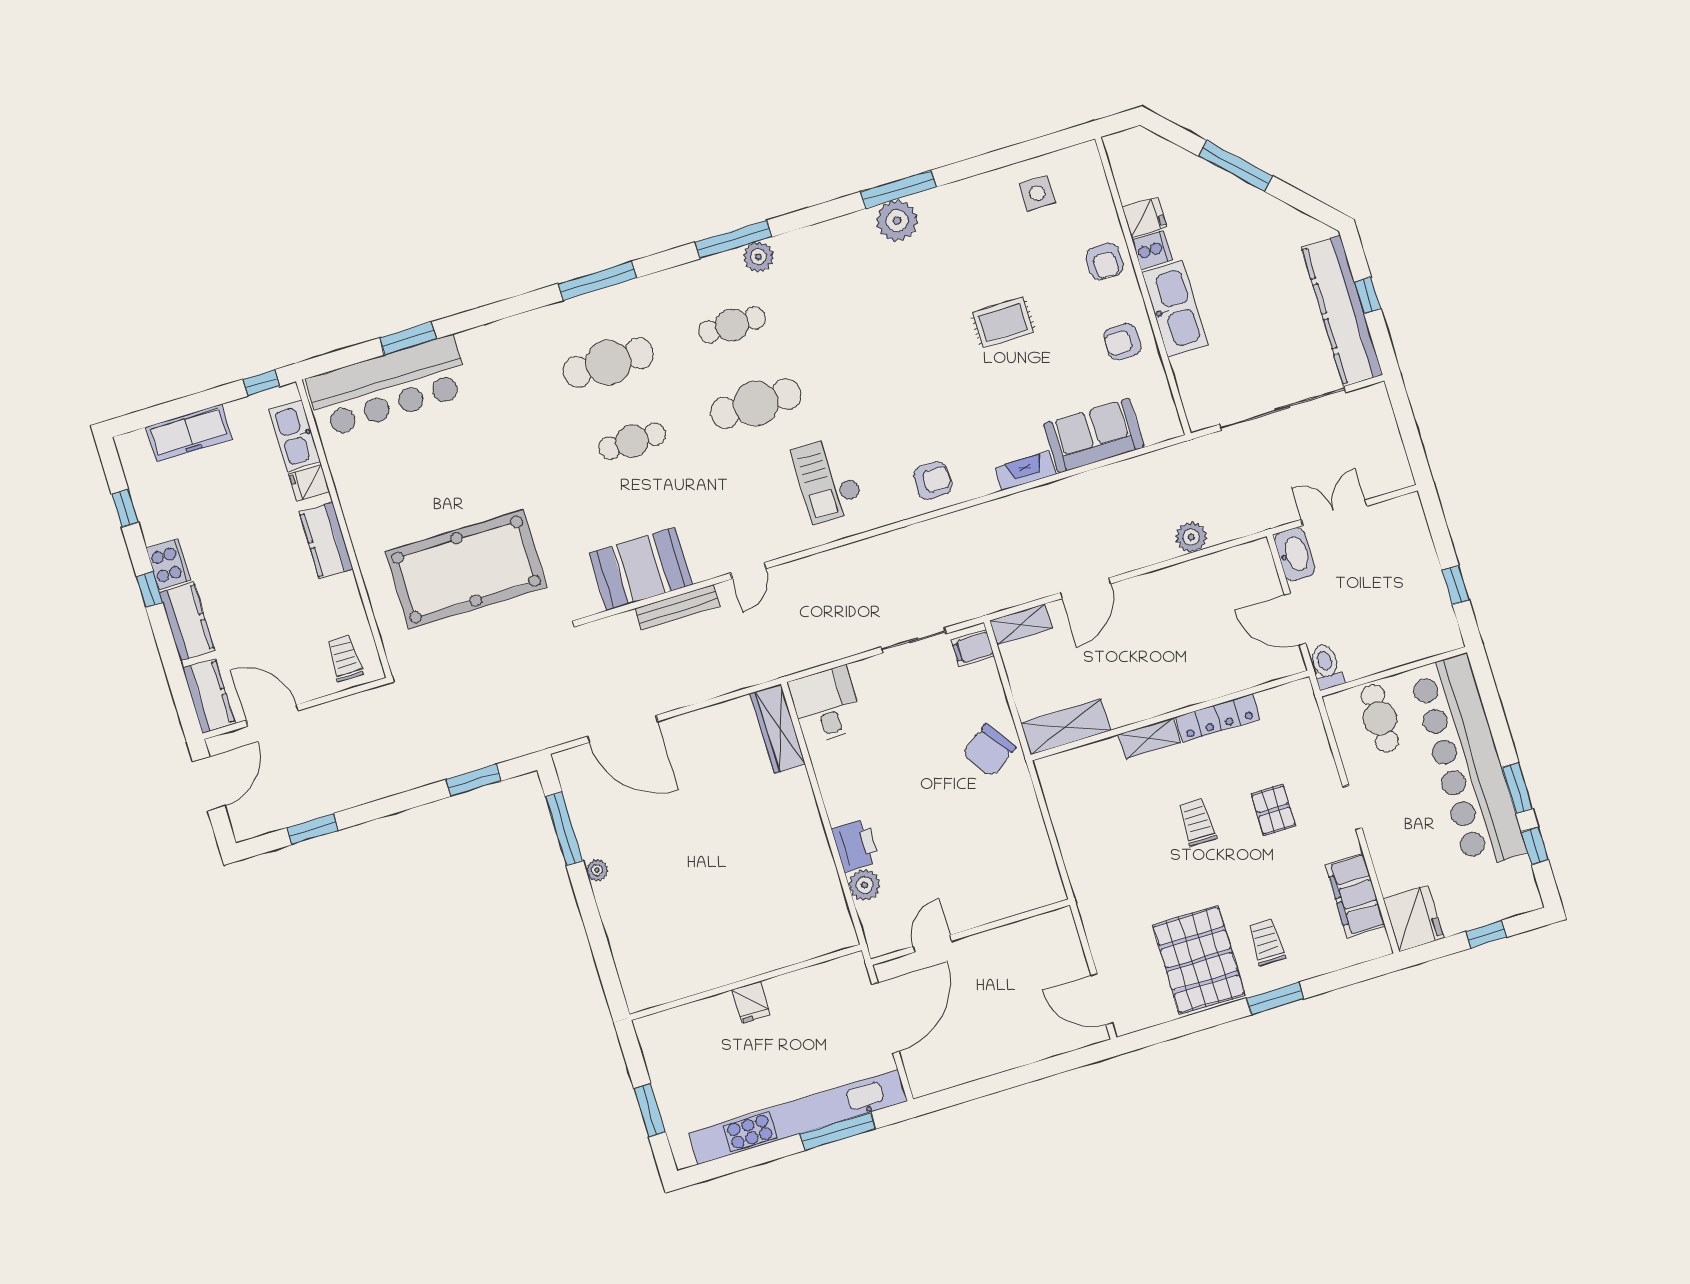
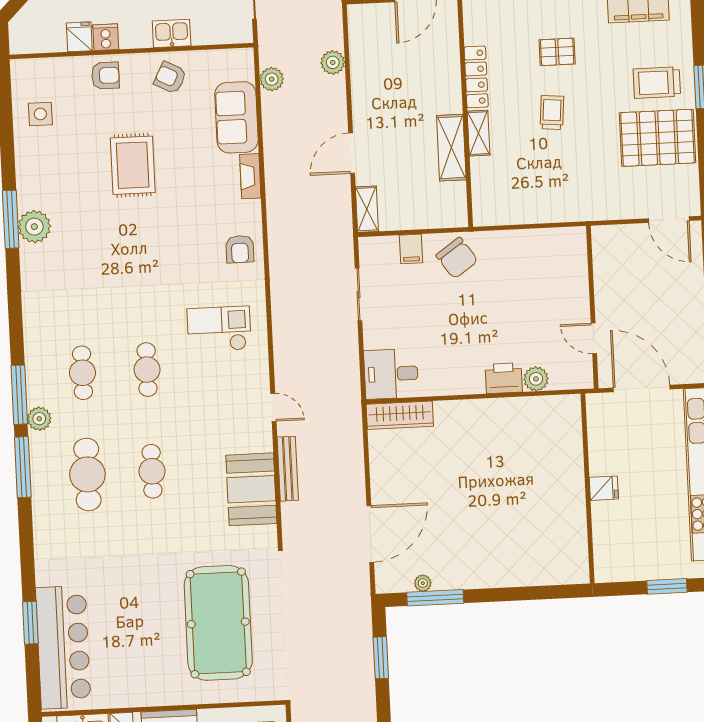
window: (733, 239) -> (19, 395), moved
plant: (758, 257) -> (39, 419), moved
kitchen sink: (1175, 309) -> (172, 33), width x0.53, depth x0.81
rug: (1003, 323) -> (133, 165), width x1.36, depth x1.43
armchair: (1122, 342) -> (170, 78), turned 117
cafe table: (756, 404) -> (147, 370), width x0.73, depth x0.74
plant: (1152, 467) -> (272, 79), added
checkout: (828, 480) -> (219, 329), turned 180
armchair: (933, 480) -> (240, 249), turned 180
door: (1085, 588) -> (352, 153), swing flipped
filing cabinet: (973, 648) -> (411, 249), moved
shelving: (1066, 727) -> (451, 148), moved
trolley: (1197, 822) -> (552, 113), turned 95
plant: (597, 870) -> (423, 583), moved
trolley: (1266, 942) -> (657, 83), width x1.36, depth x1.39
door: (1102, 999) -> (669, 220), hinge flipped

